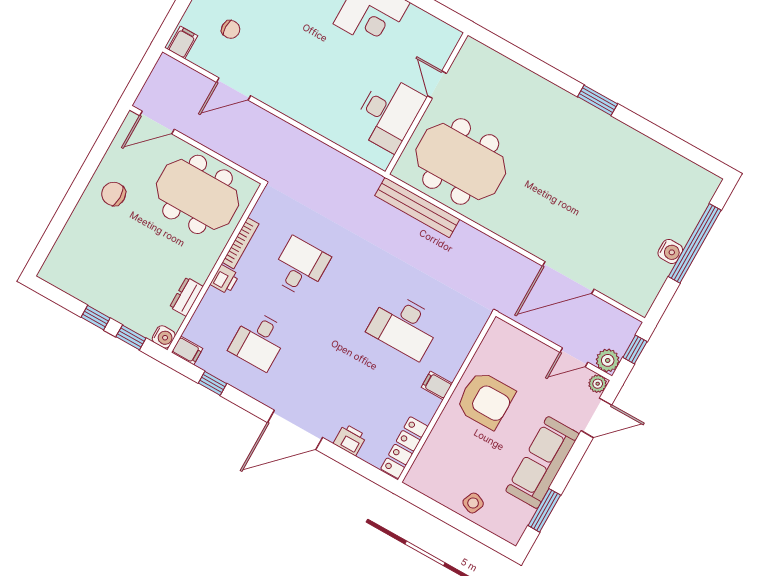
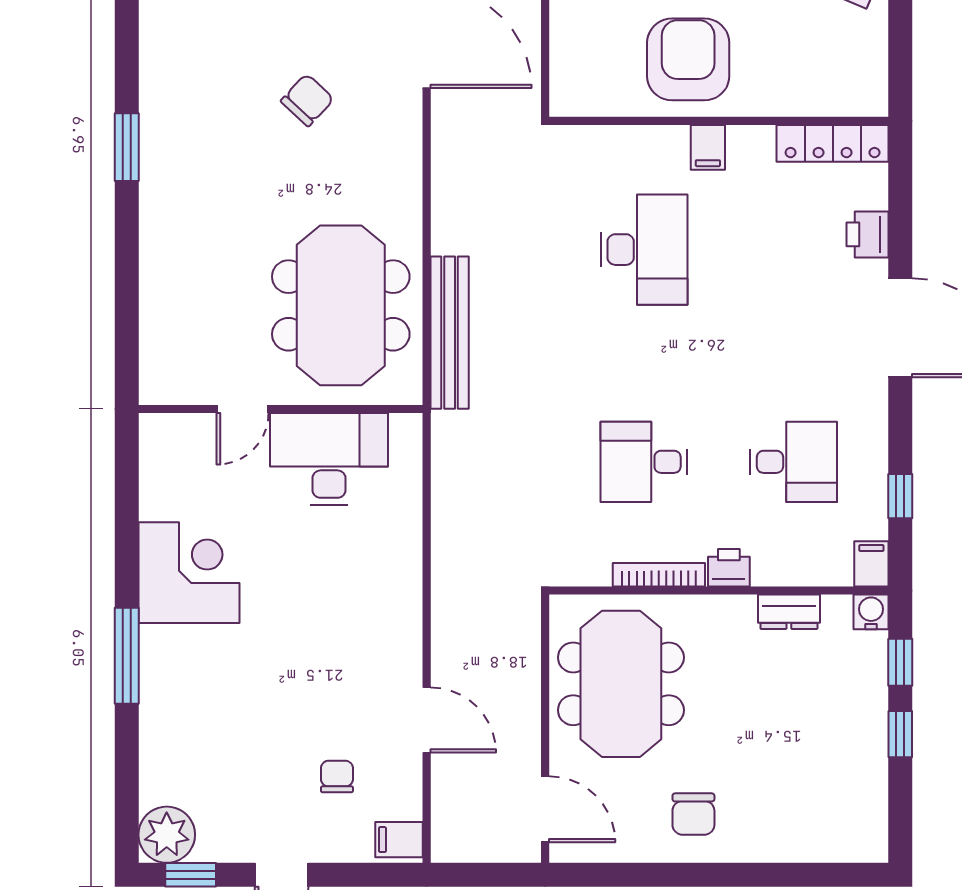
chair: (571, 202) -> (307, 100), added

